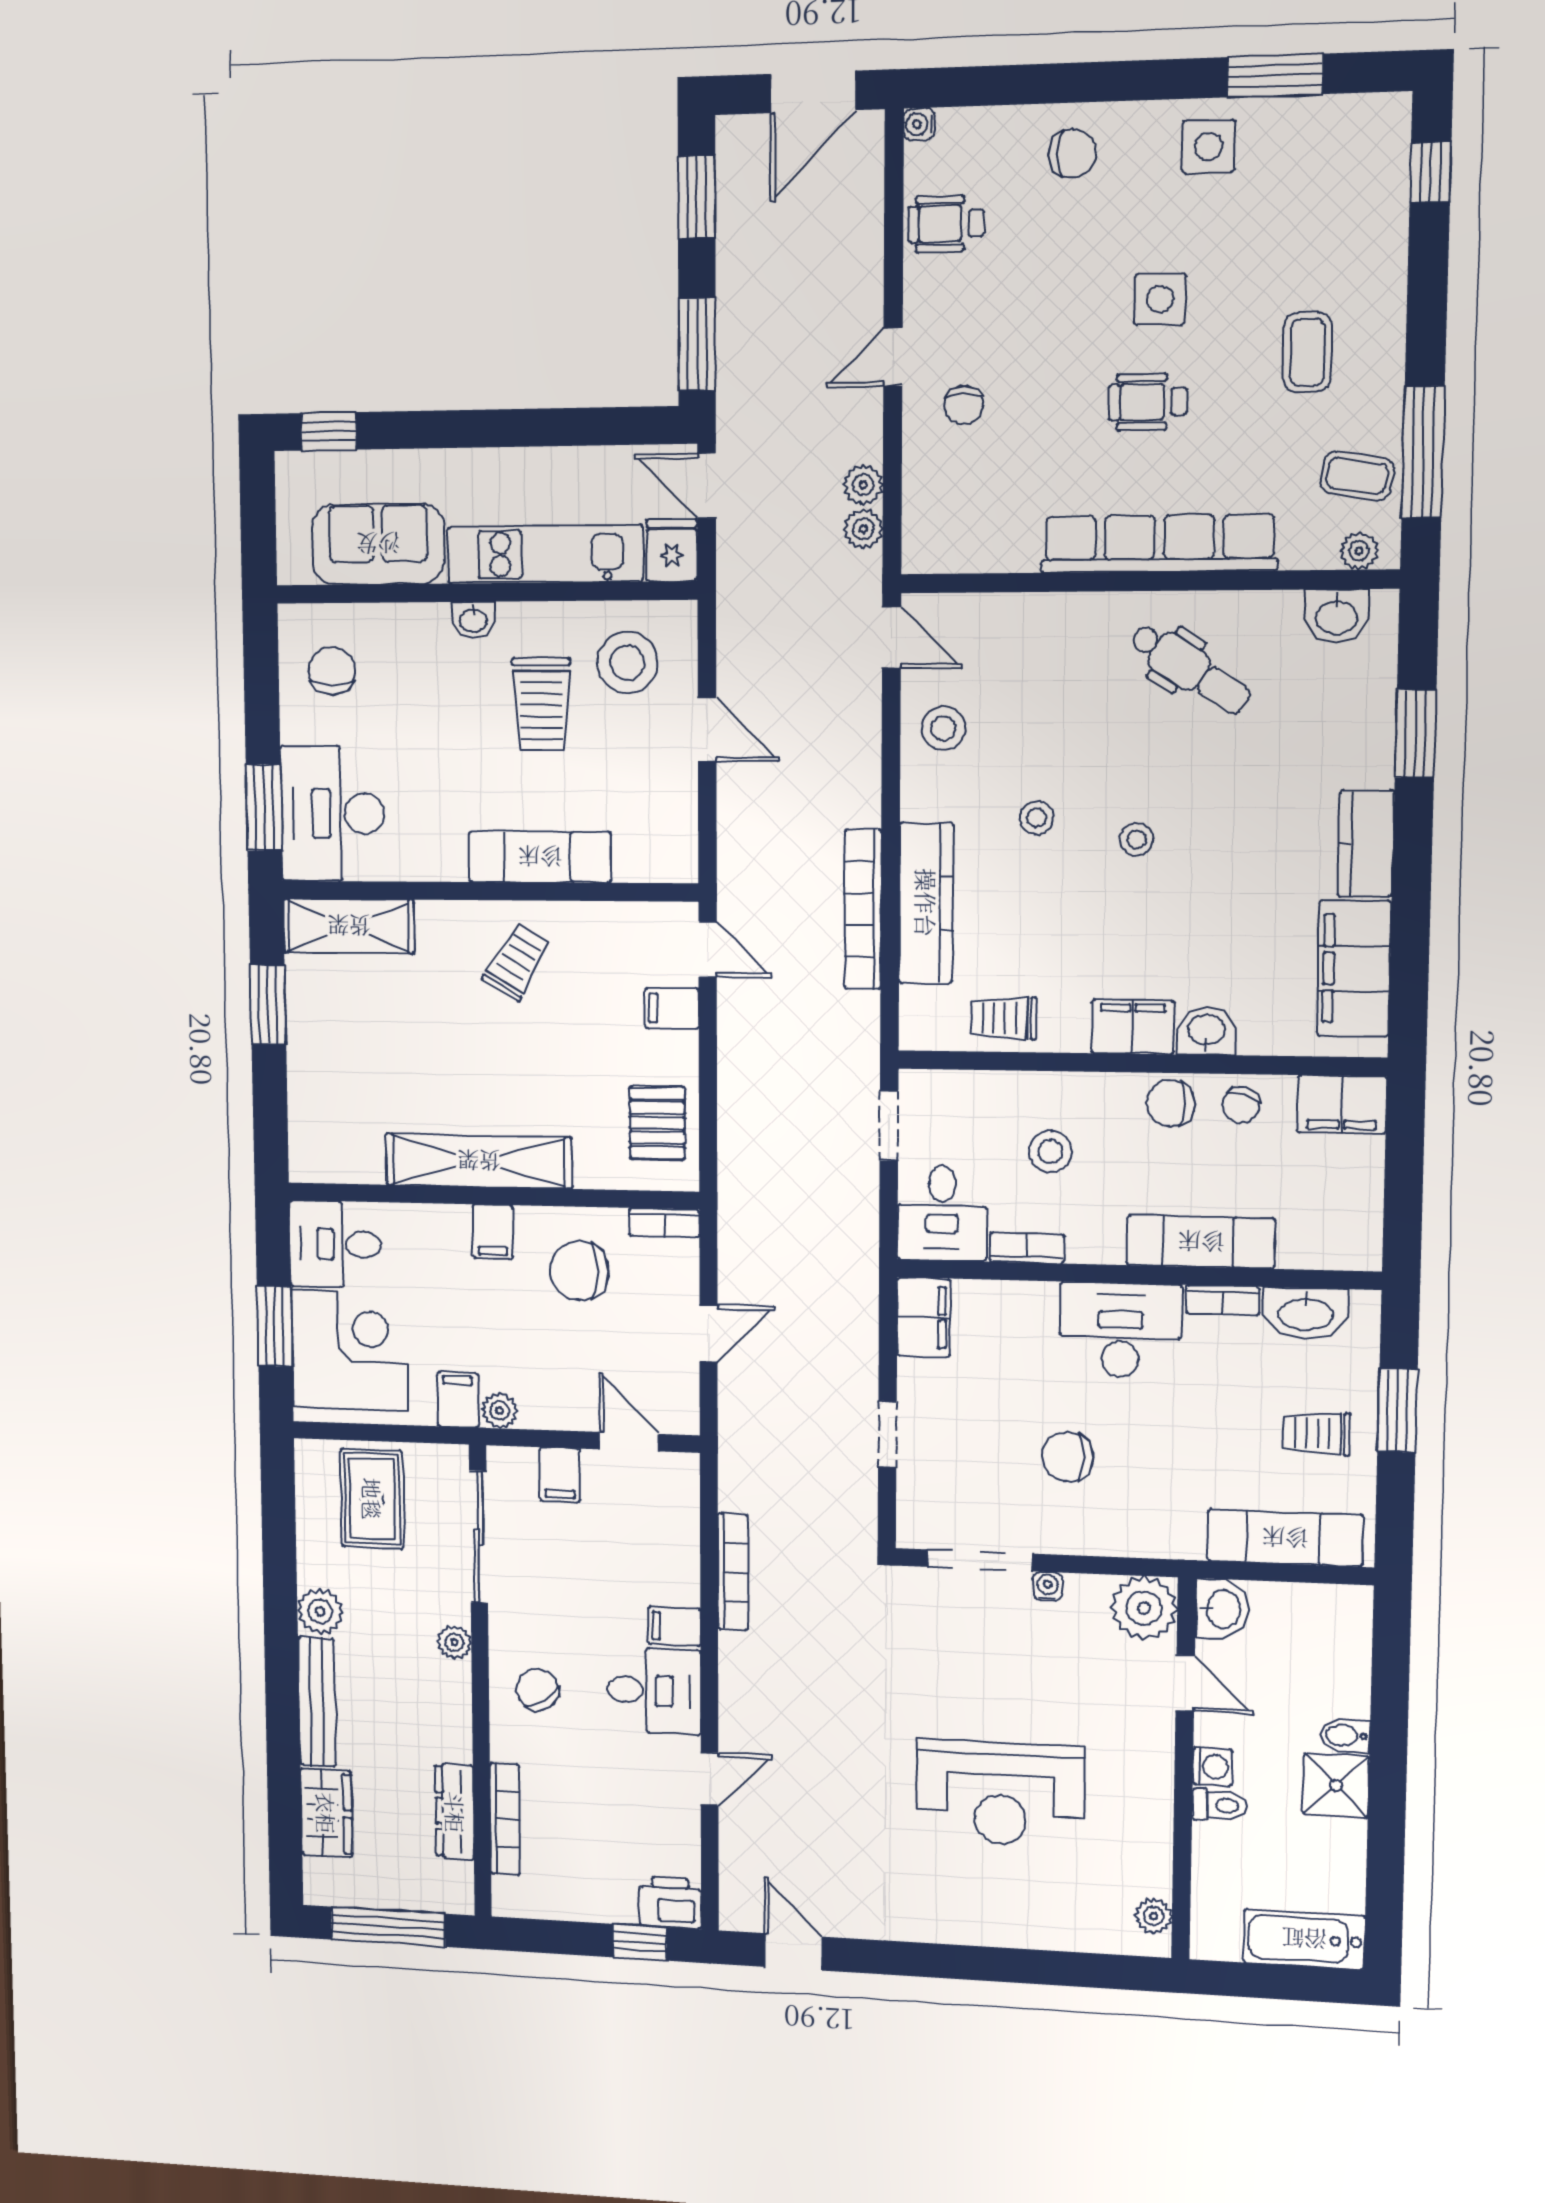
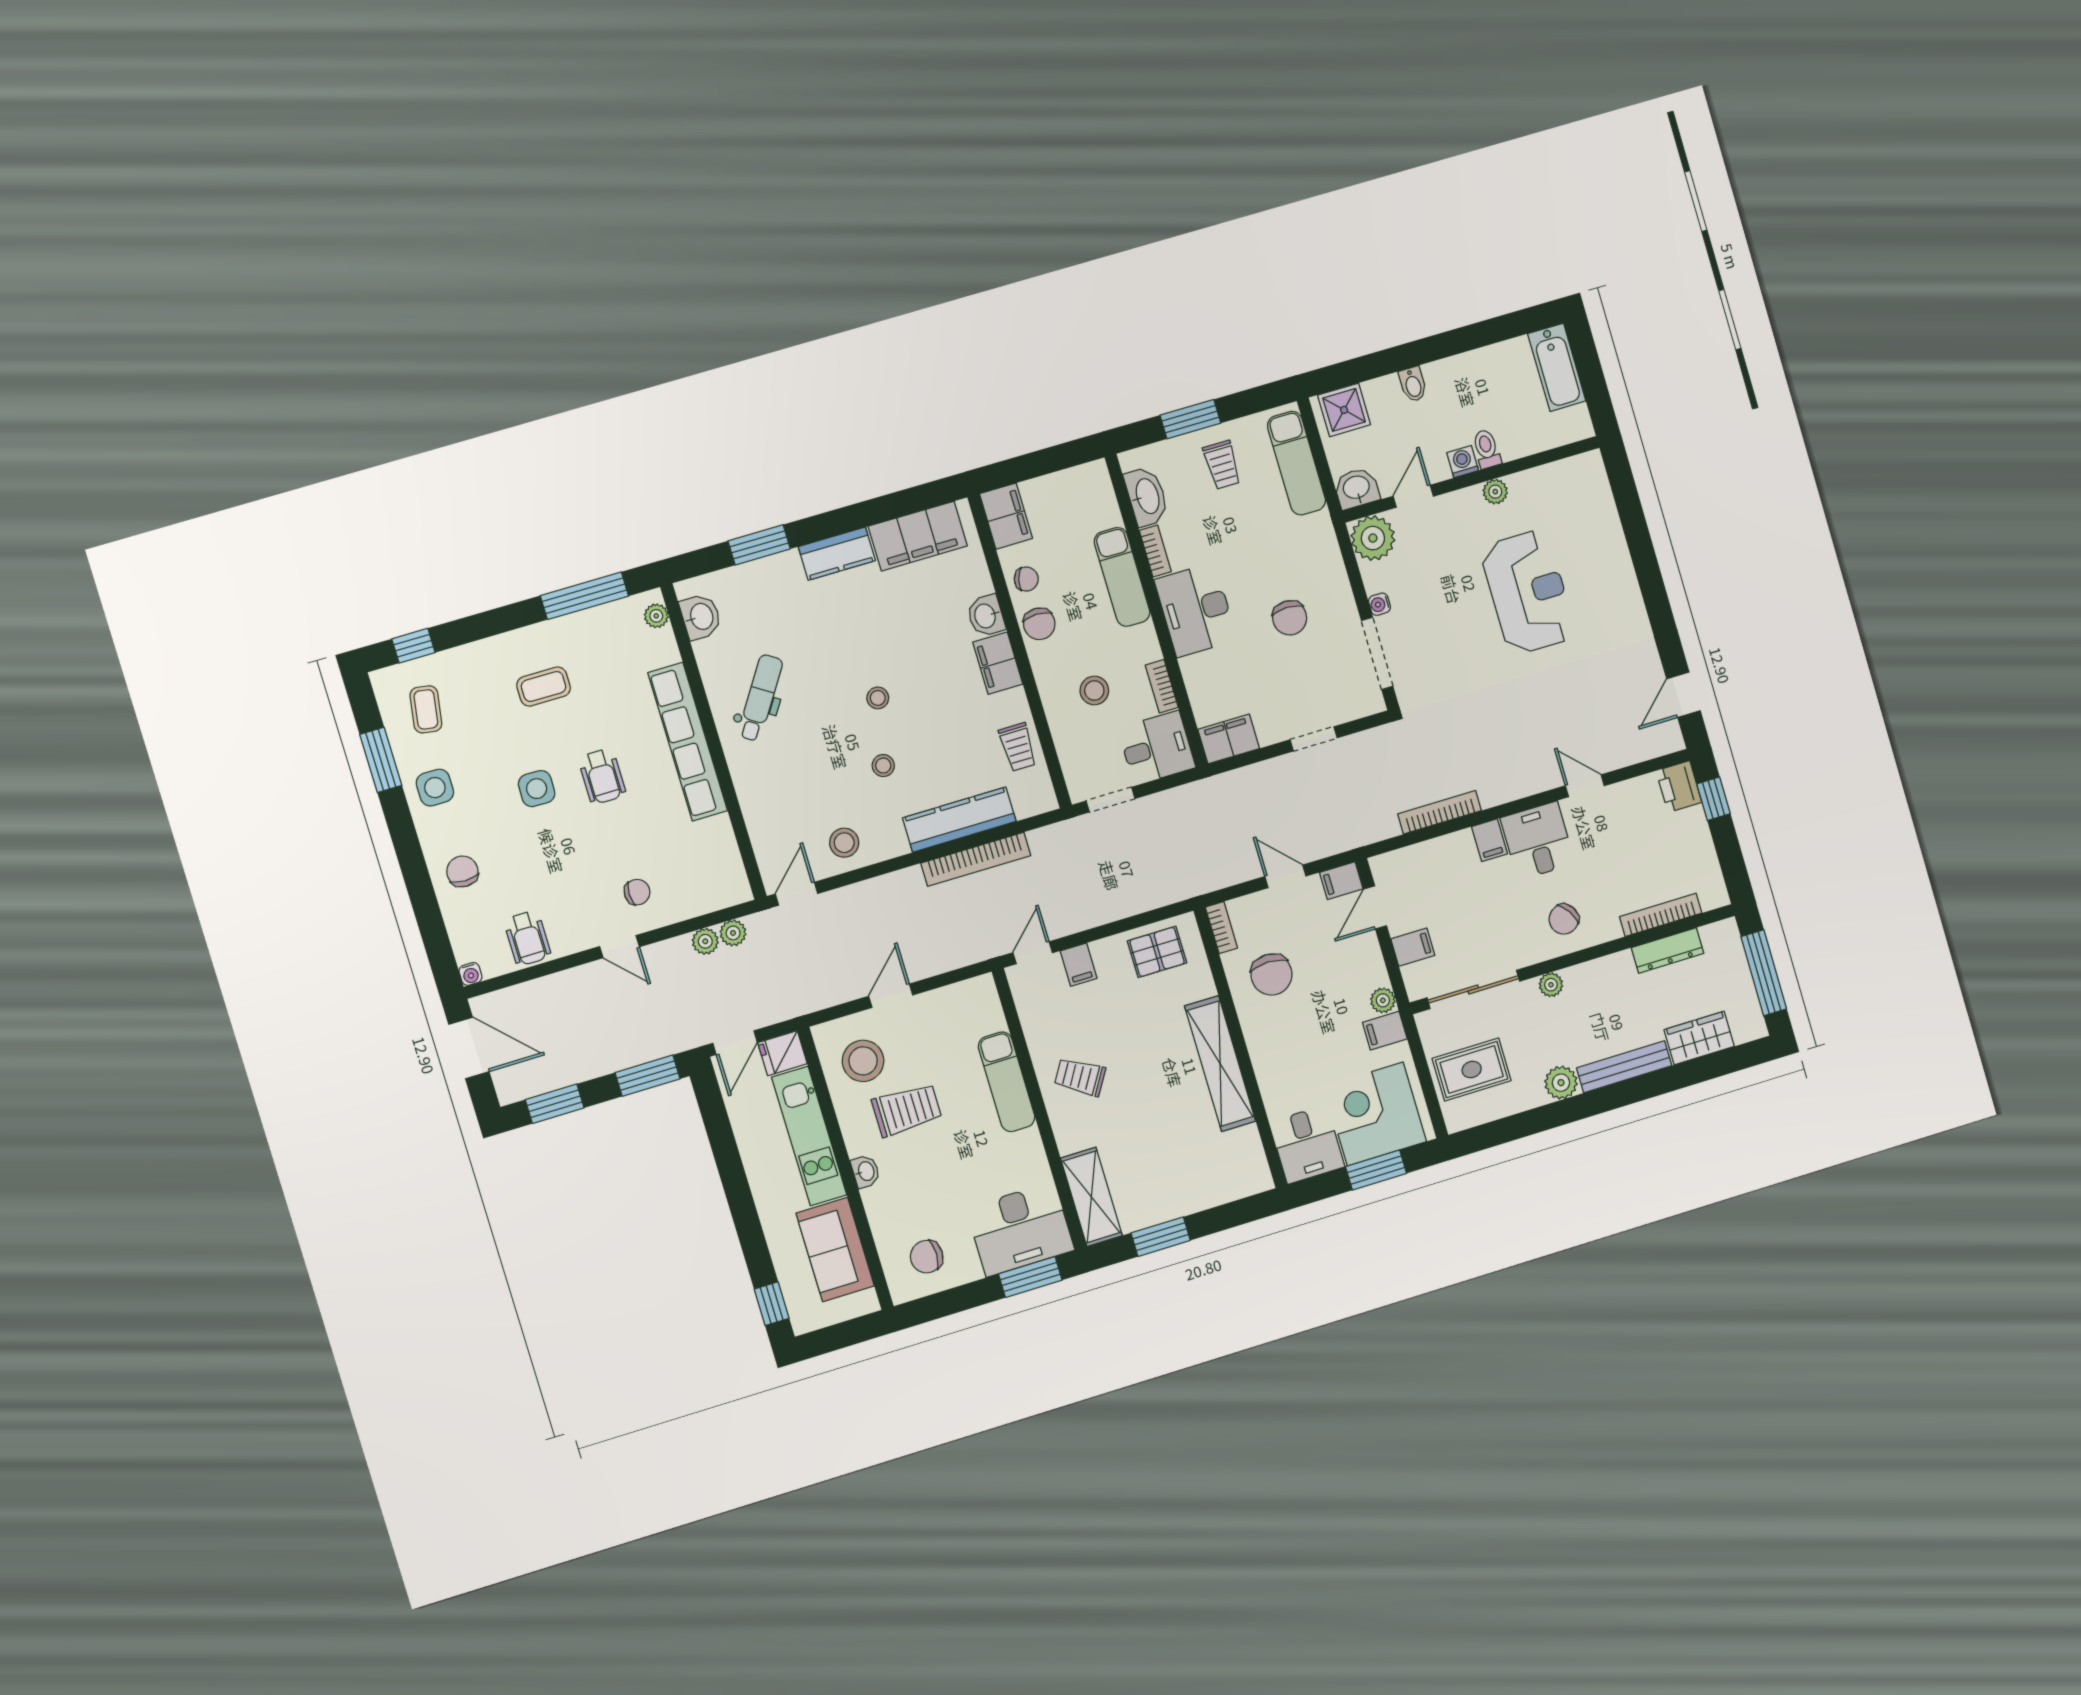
coffee table: (1357, 476) -> (426, 709), moved
filing cabinet: (493, 1232) -> (1341, 881), moved, turned 180
shower: (1336, 1785) -> (1344, 410), moved
plant: (1153, 1916) -> (1495, 492), moved

